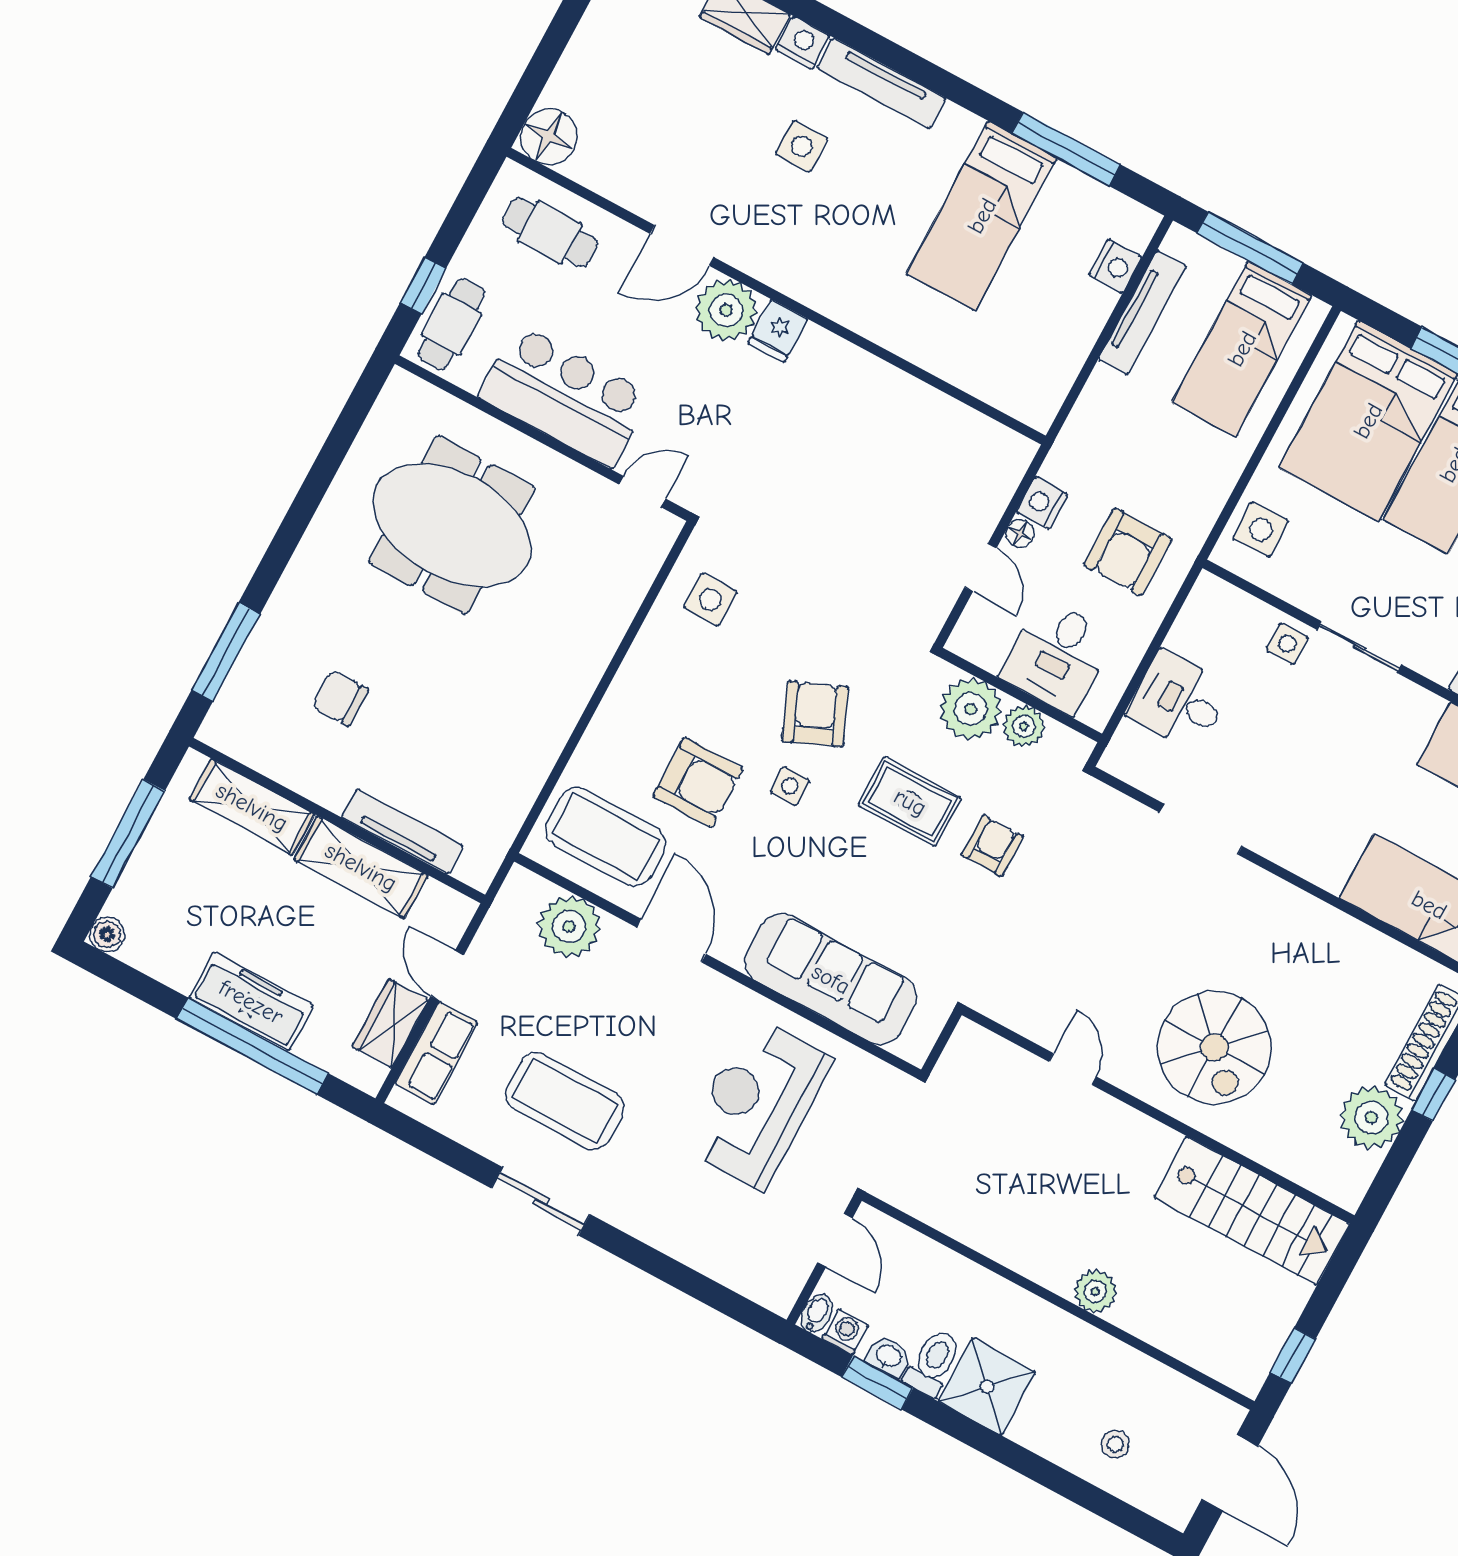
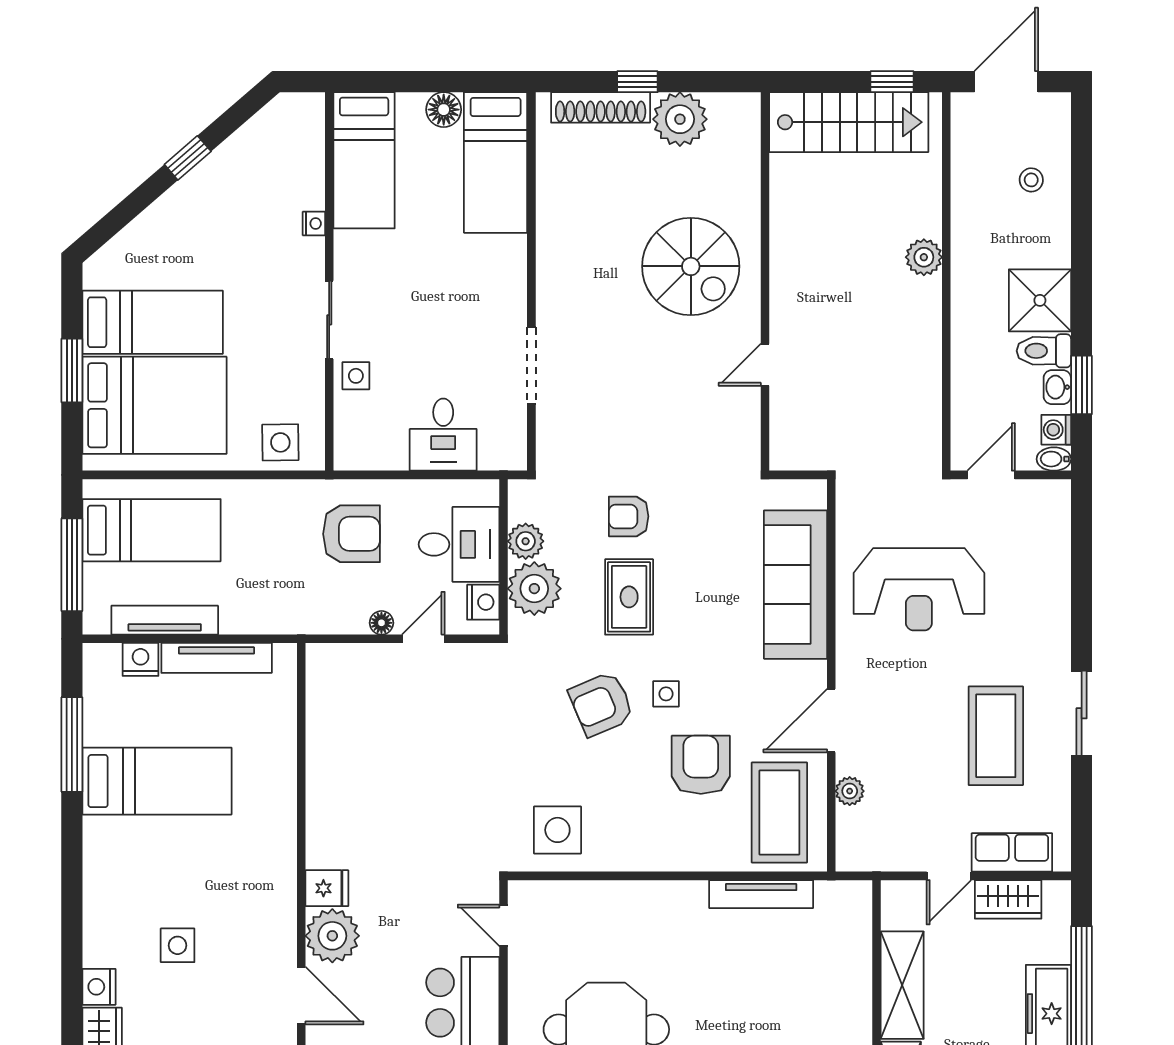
tv unit: (882, 83) -> (217, 658), moved, turned 90
nightstand: (1042, 503) -> (483, 602), moved, turned -90
side table: (710, 600) -> (557, 830), width x1.37, depth x1.37
tv unit: (402, 832) -> (761, 894), moved, turned -90
plant: (569, 927) -> (850, 791), width x0.53, depth x0.53
spiral stairs: (1214, 1047) -> (691, 266), turned 90
stairs: (1252, 1211) -> (849, 122), moved, turned 90

